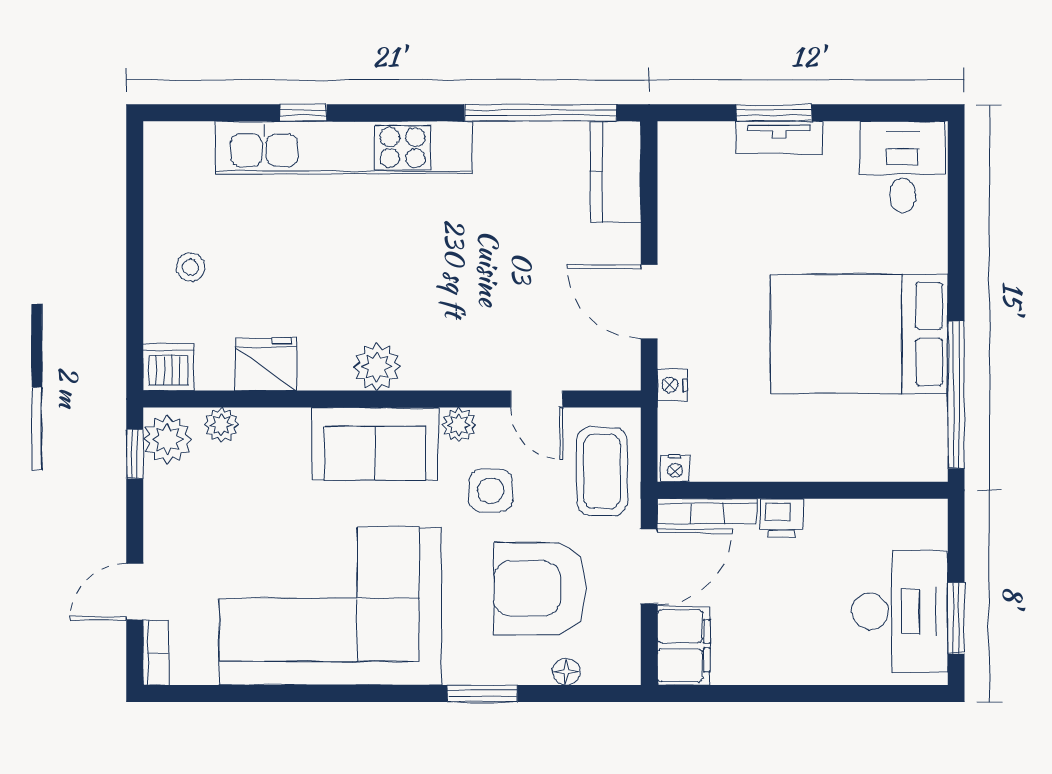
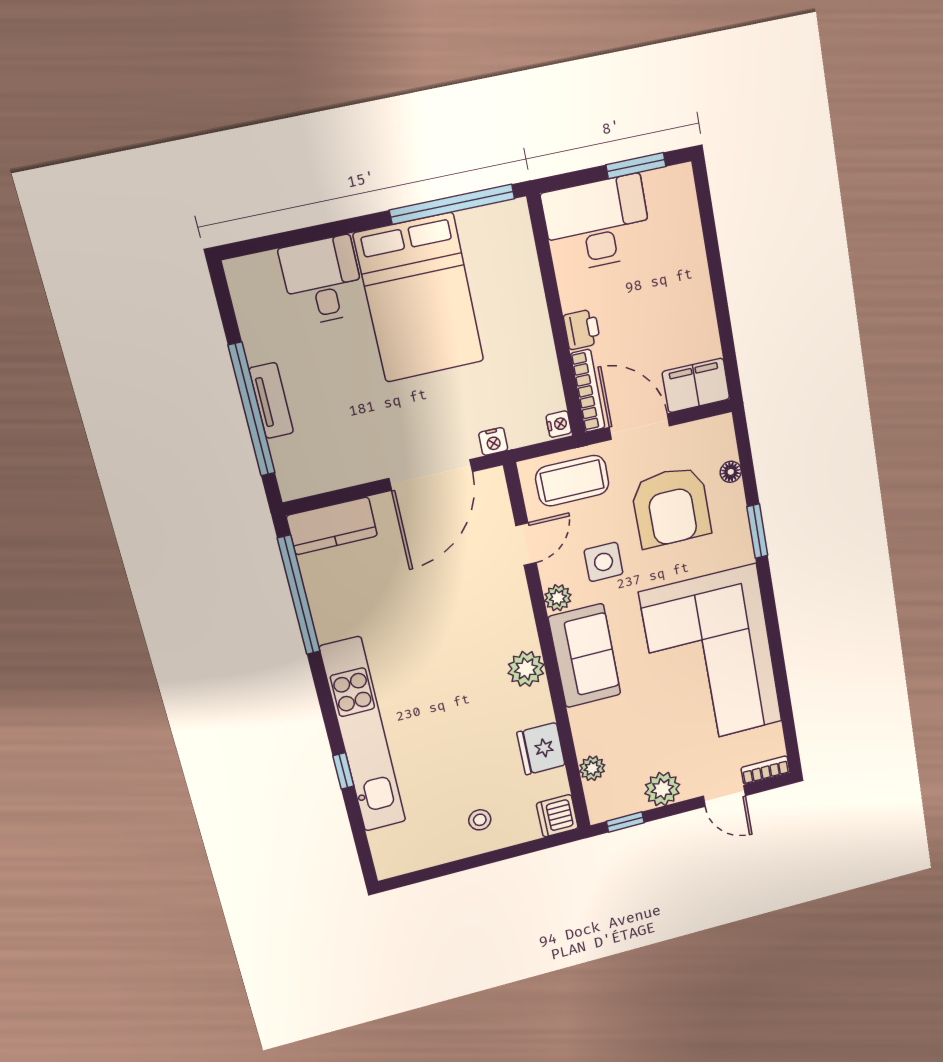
window: (774, 113) -> (252, 410), width x2.11
desk: (903, 167) -> (323, 281), moved, turned 90
door: (649, 302) -> (431, 475), width x1.36
plant: (167, 439) -> (662, 789), moved
desk: (900, 611) -> (597, 224), moved

